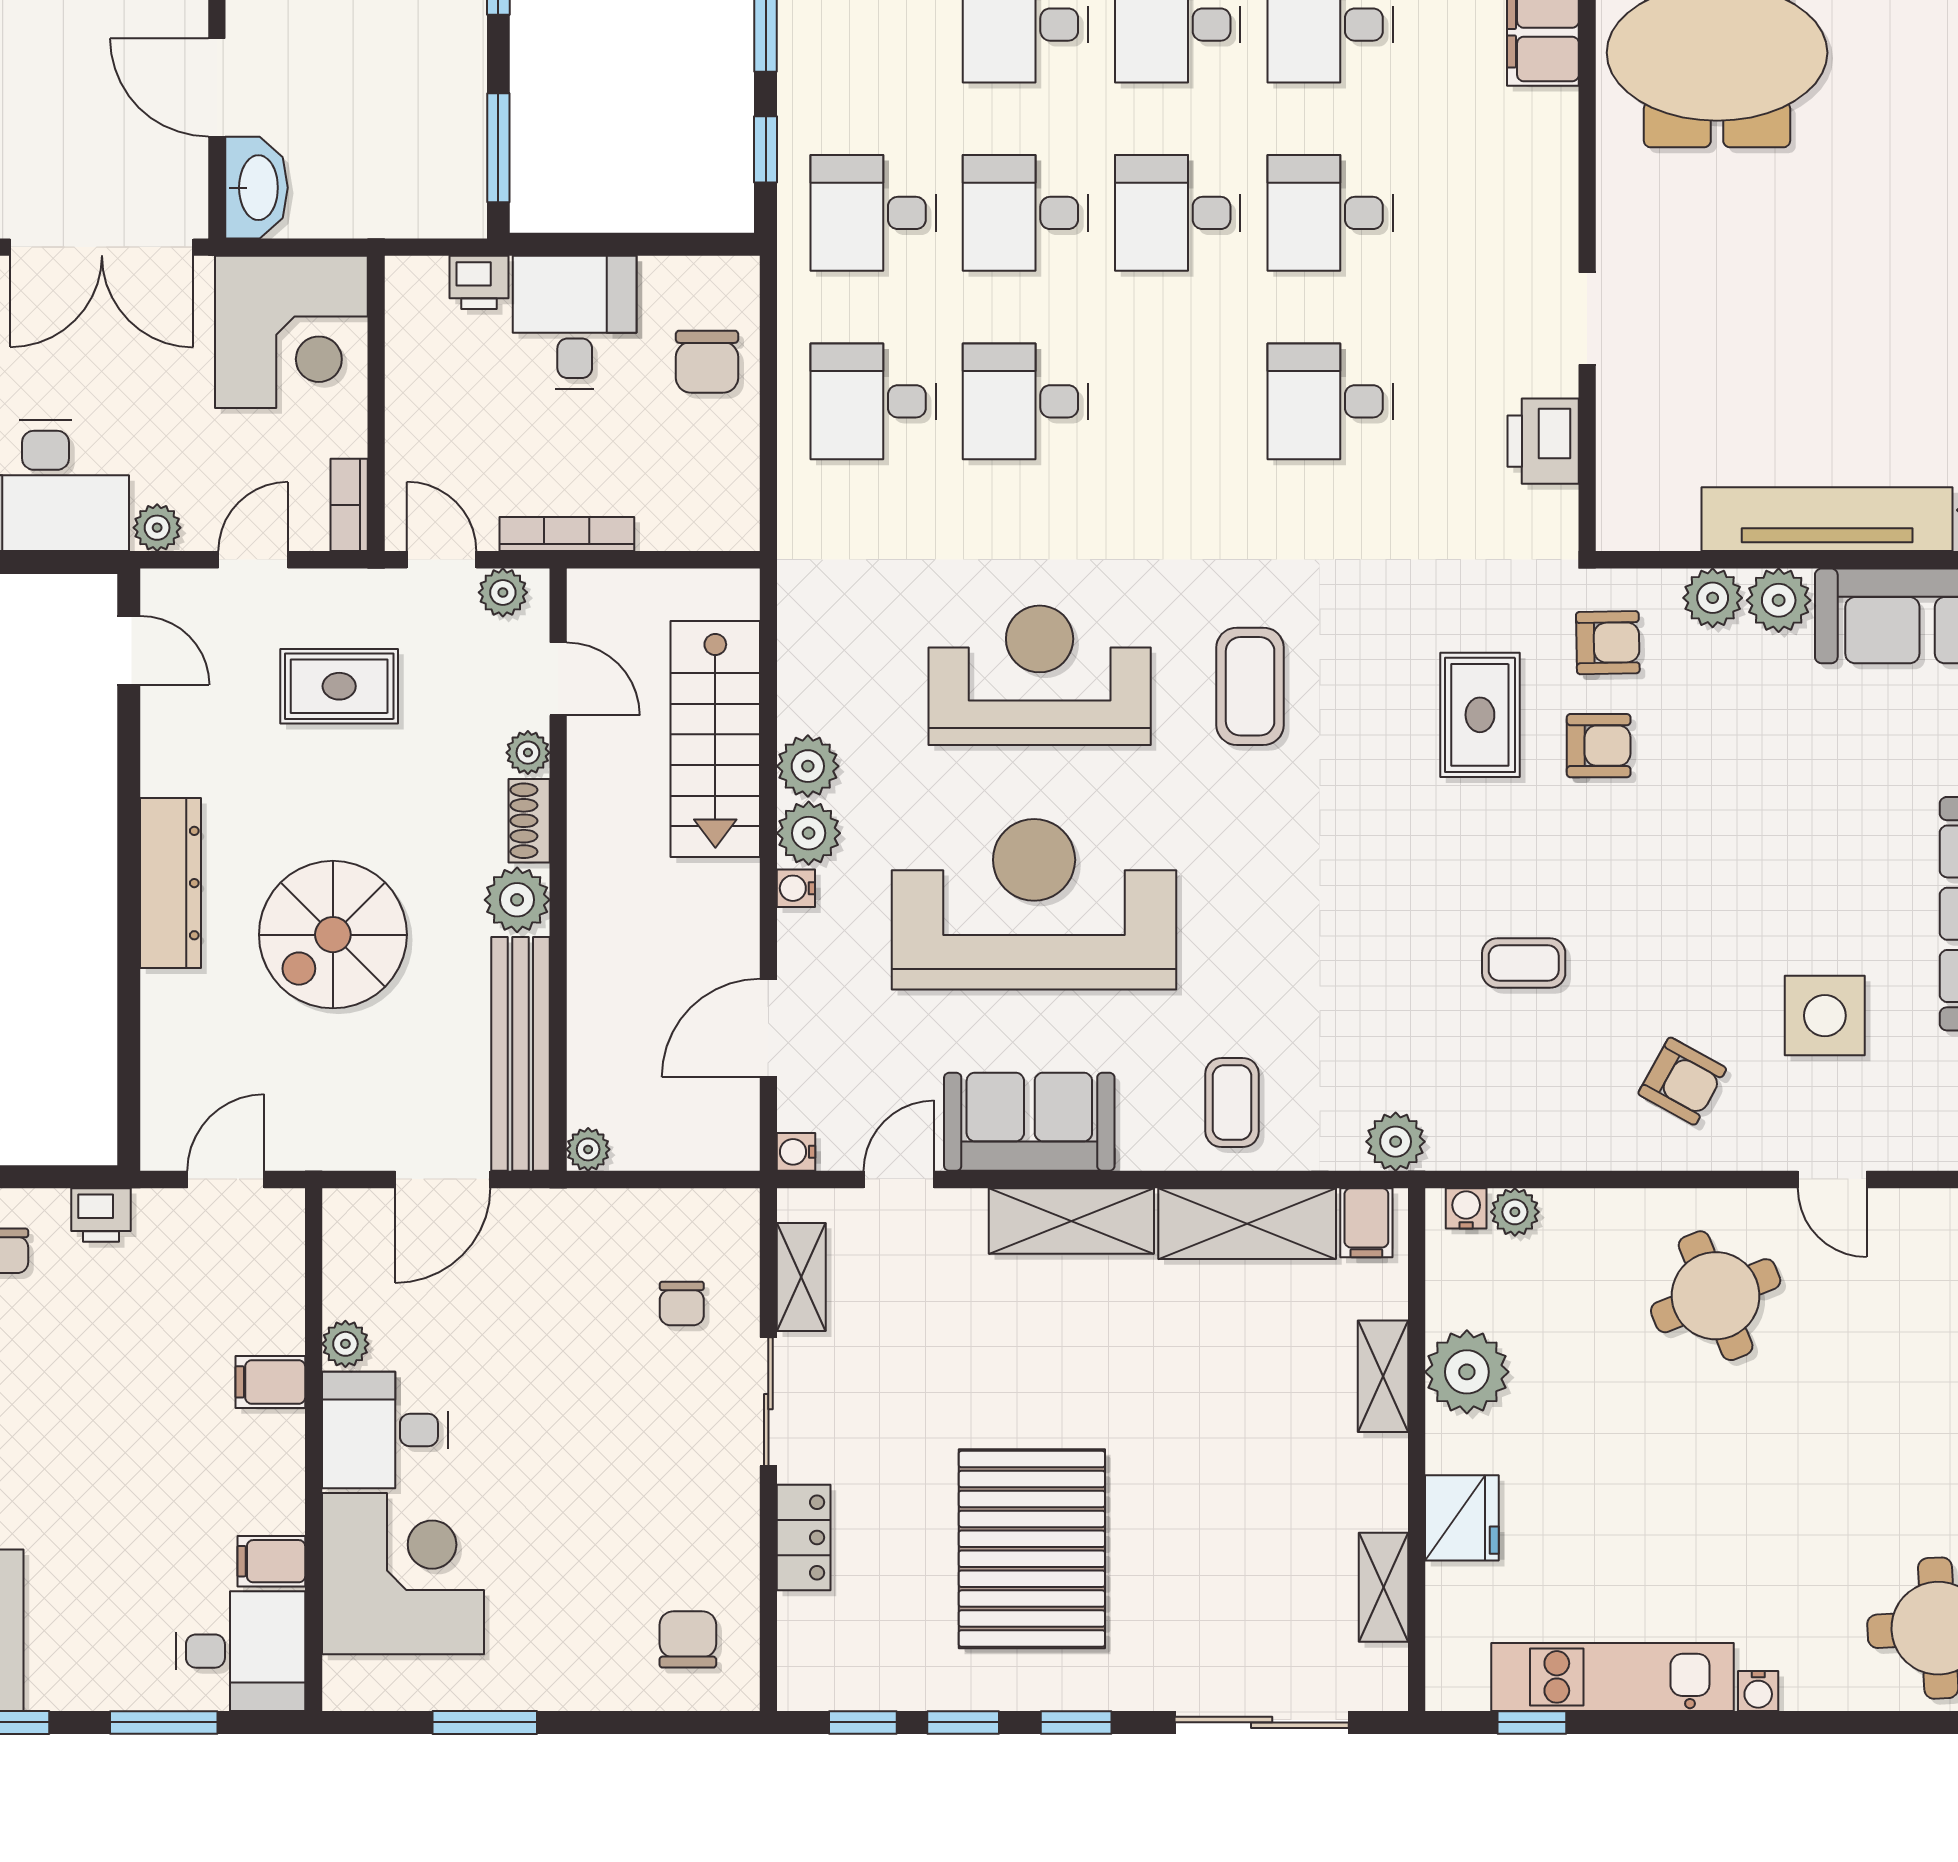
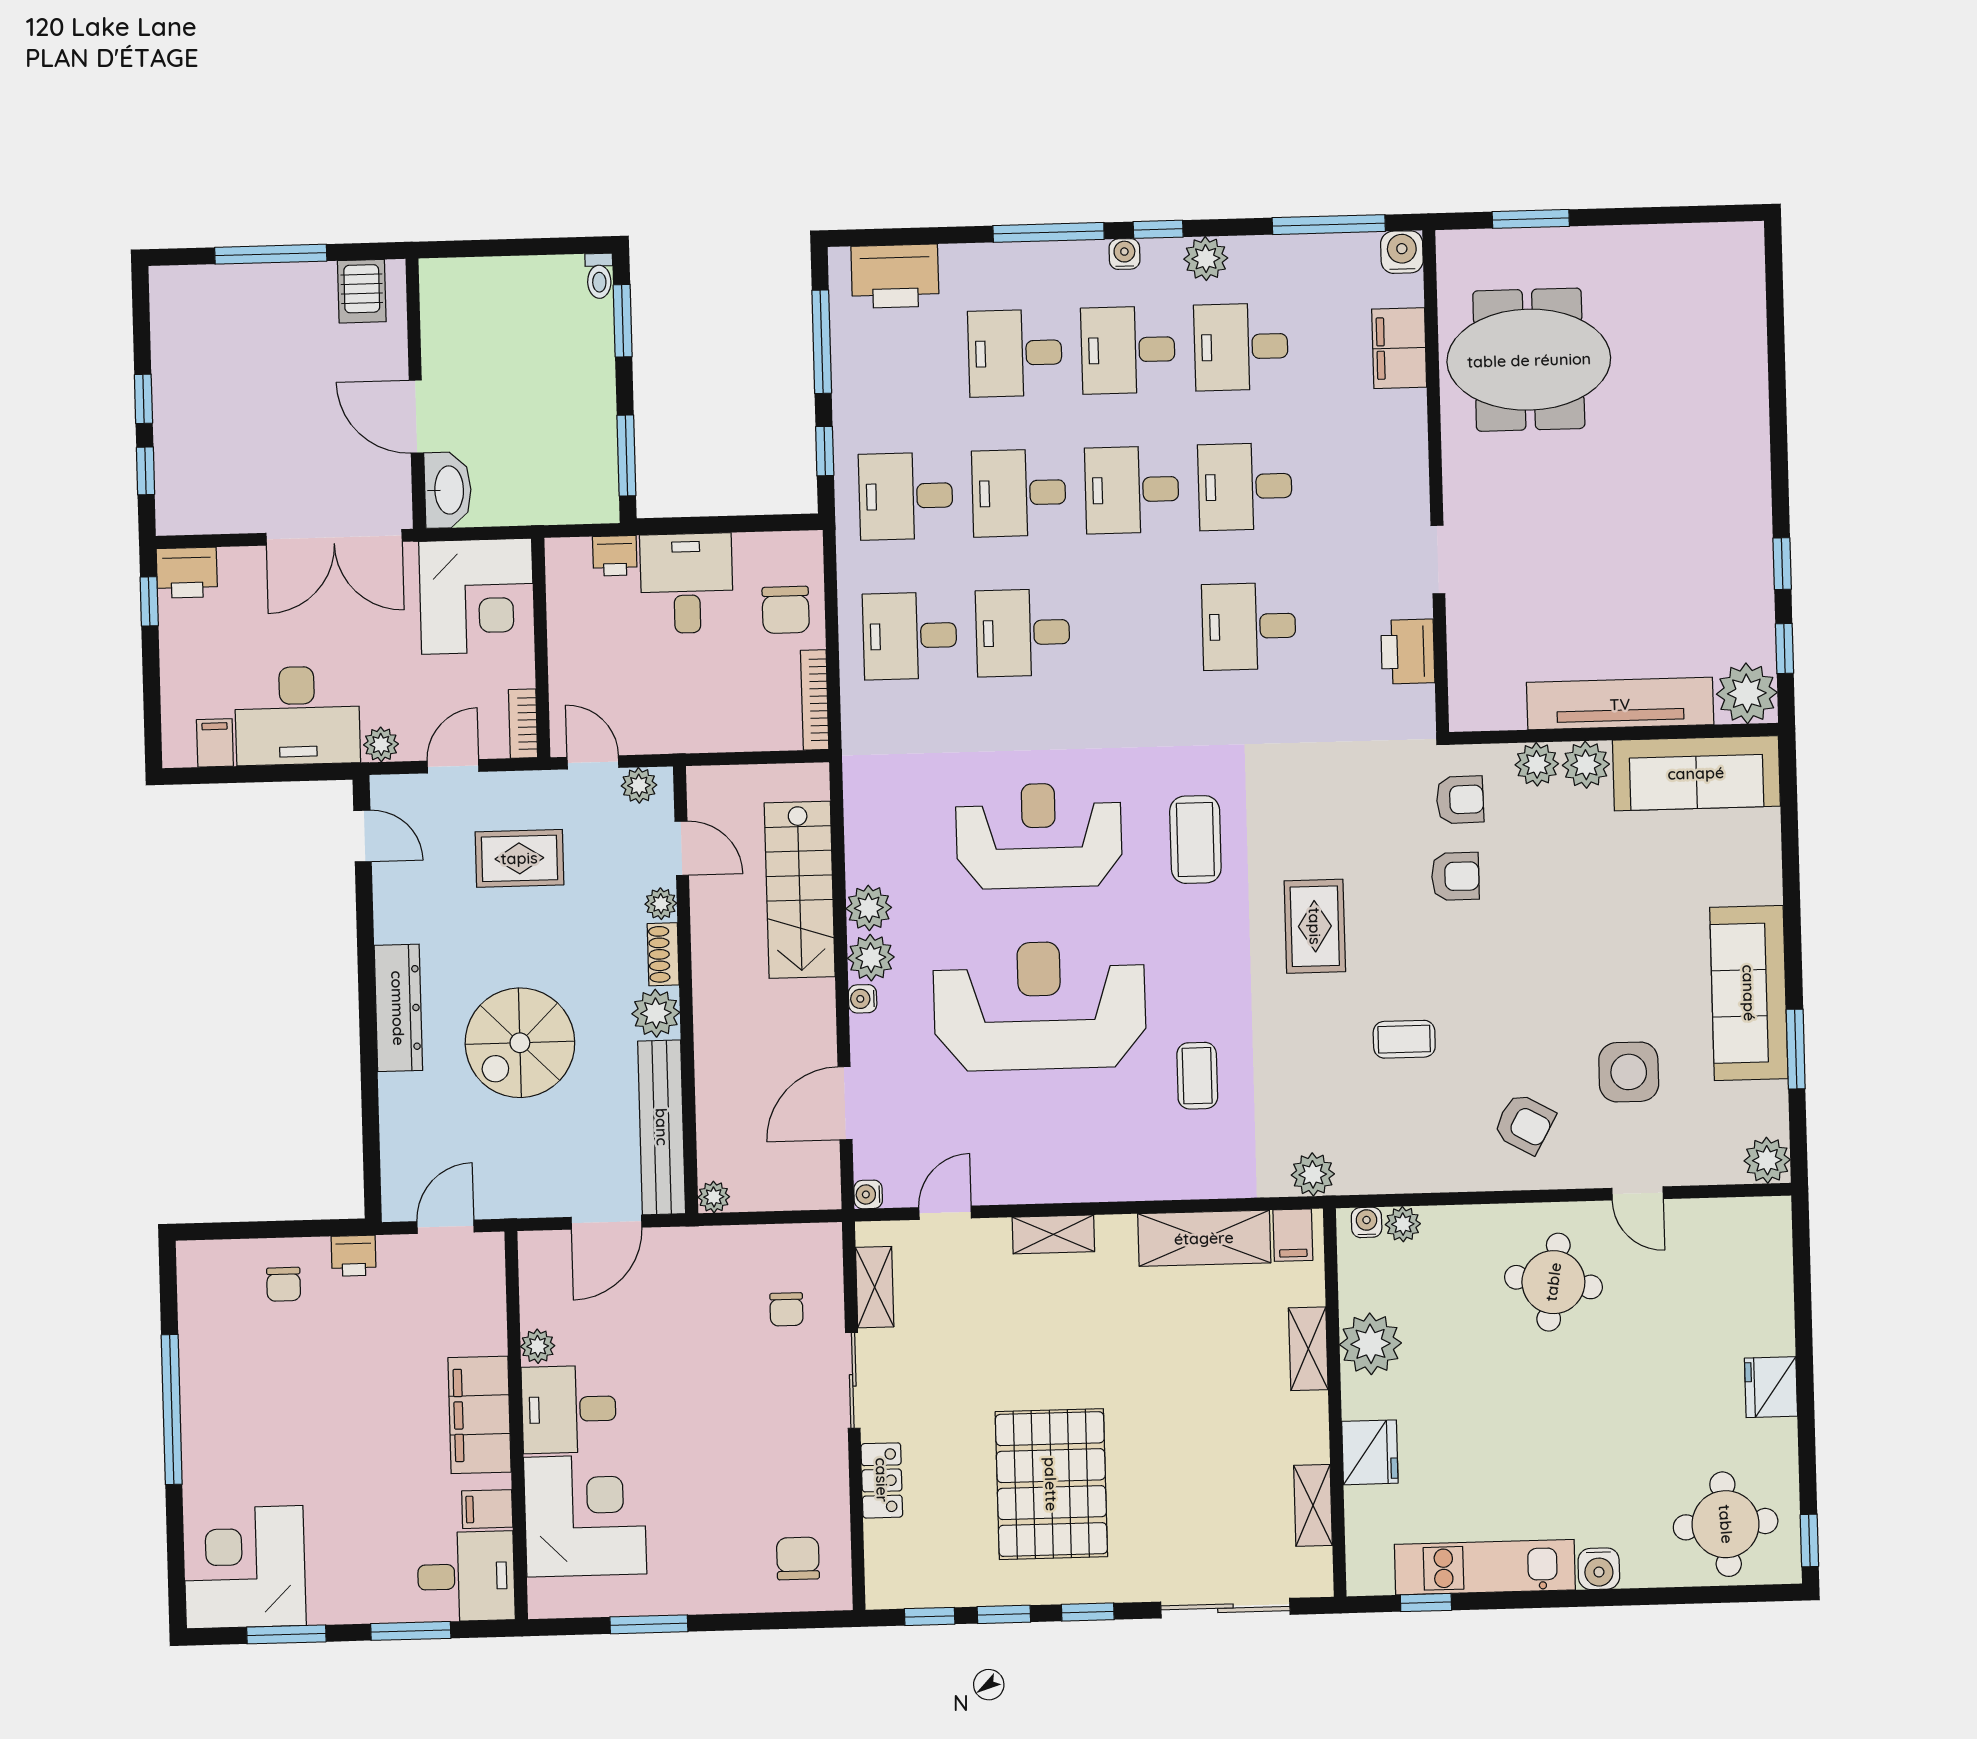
bookcase: (567, 534) -> (815, 700), moved, turned -90
rug: (1480, 715) -> (1315, 926), moved
coffee table: (1232, 1103) -> (1197, 1076), moved
sofa: (1029, 1122) -> (1041, 1167), removed
shelving: (1071, 1221) -> (1053, 1234), width x0.67, depth x0.75
round table: (1716, 1296) -> (1553, 1282), turned 31
filing cabinet: (270, 1382) -> (480, 1415), width x3.00, depth x1.17
water cooler: (1758, 1691) -> (1599, 1569), width x1.38, depth x1.38

